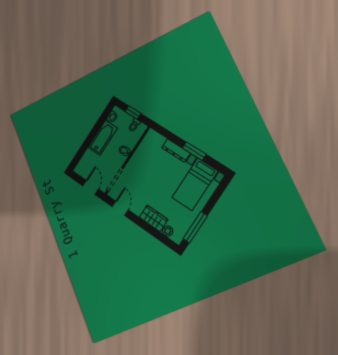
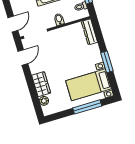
dresser: (176, 151) -> (89, 32), moved
window: (195, 227) -> (87, 107), moved

